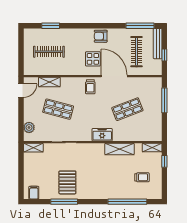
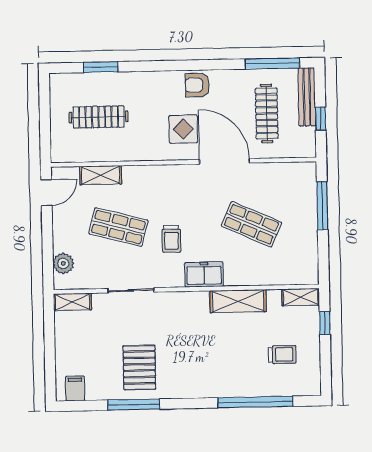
trolley: (90, 87) -> (171, 239), moved
shop shelf: (127, 109) -> (251, 224), turned 45

